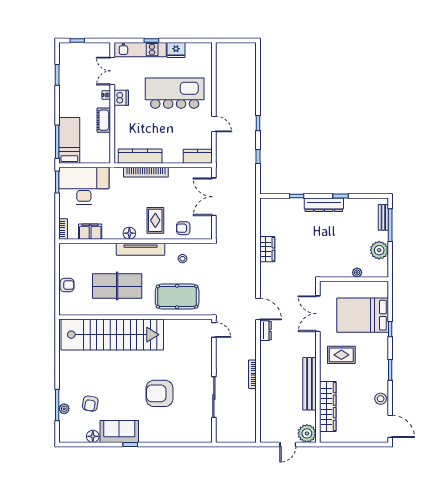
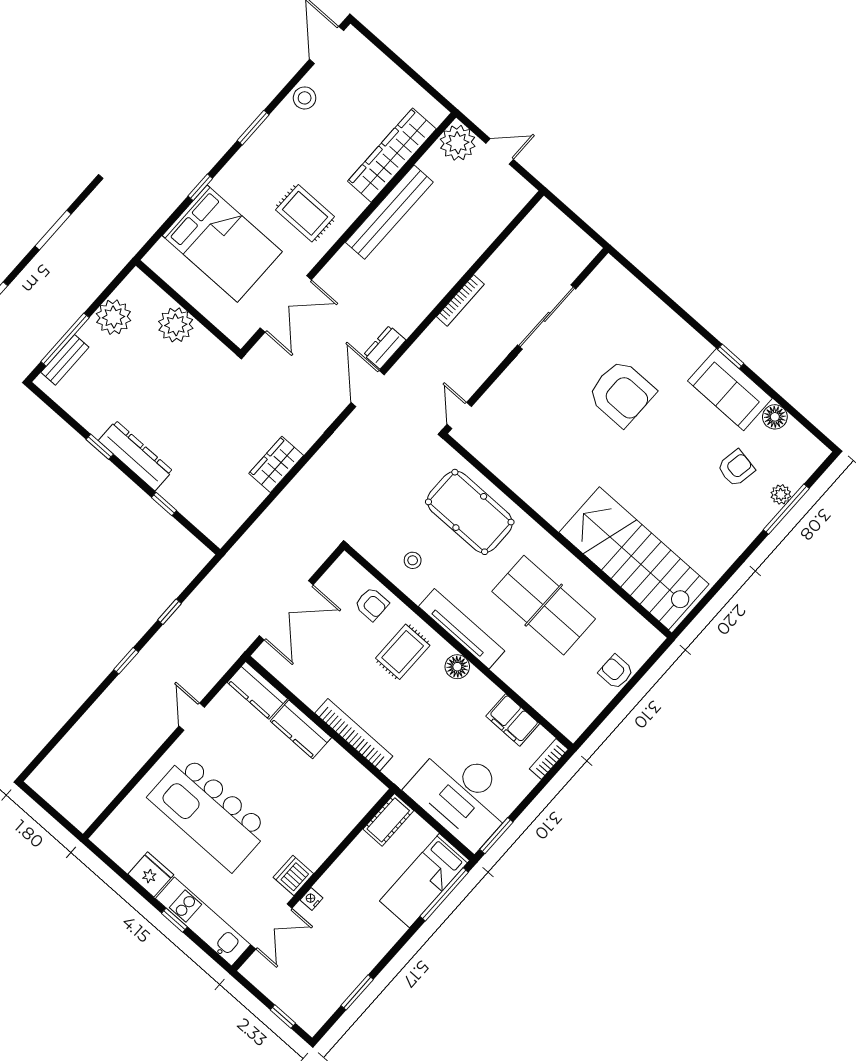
cot: (104, 120) -> (388, 820), moved
kitchen counter: (140, 156) -> (301, 729), moved, width x0.67
plant: (357, 273) -> (176, 325), width x1.88, depth x1.88
stairs: (112, 335) -> (634, 558), width x0.73

